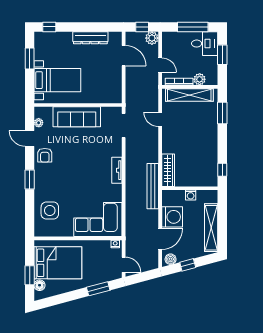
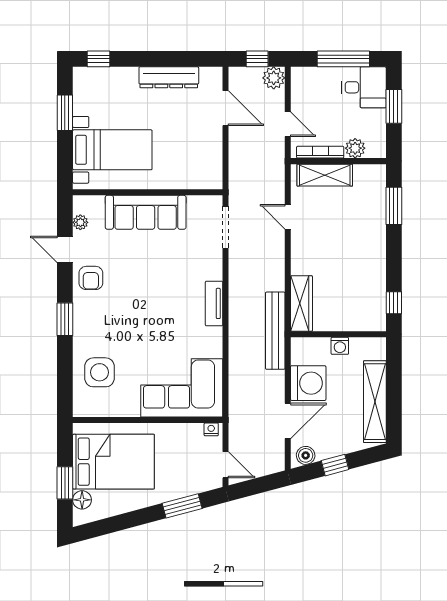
shelving: (189, 95) -> (325, 175), width x0.68

